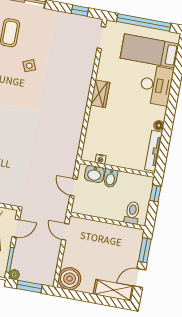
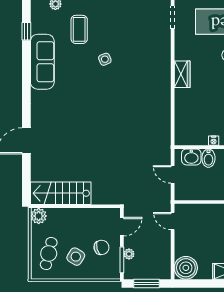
nightstand: (100, 159) -> (214, 141), moved
plant: (14, 274) -> (129, 254), moved

